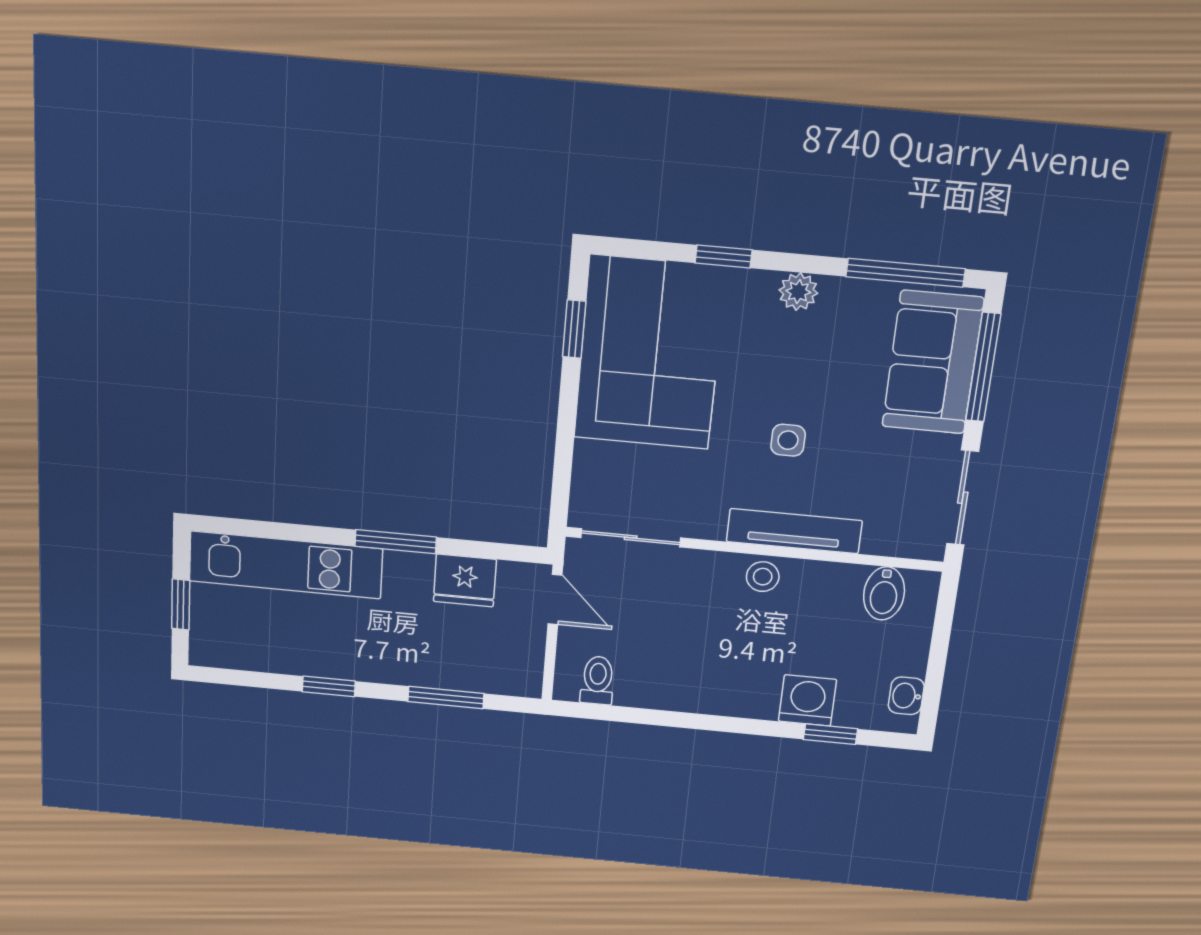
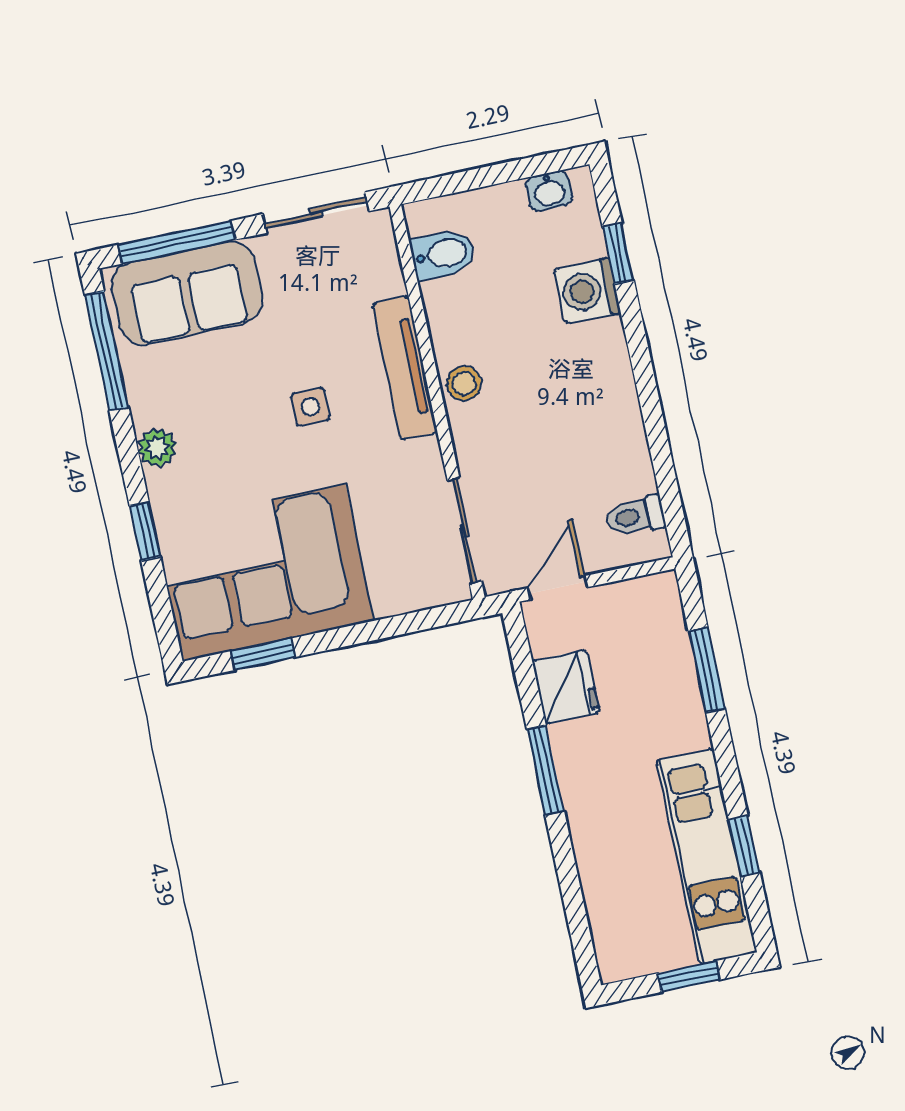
kitchen unit: (286, 565) -> (707, 856), moved, turned 180
window: (329, 686) -> (744, 846), moved

